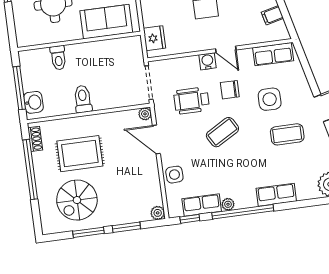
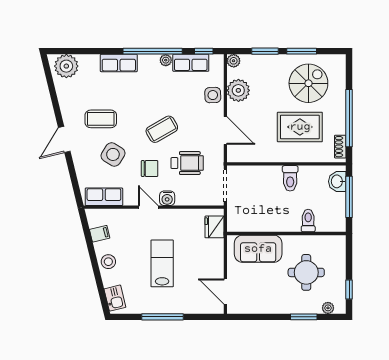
side table: (270, 99) -> (113, 154), turned 32
plant: (145, 114) -> (238, 90), moved, width x1.88, depth x1.88

